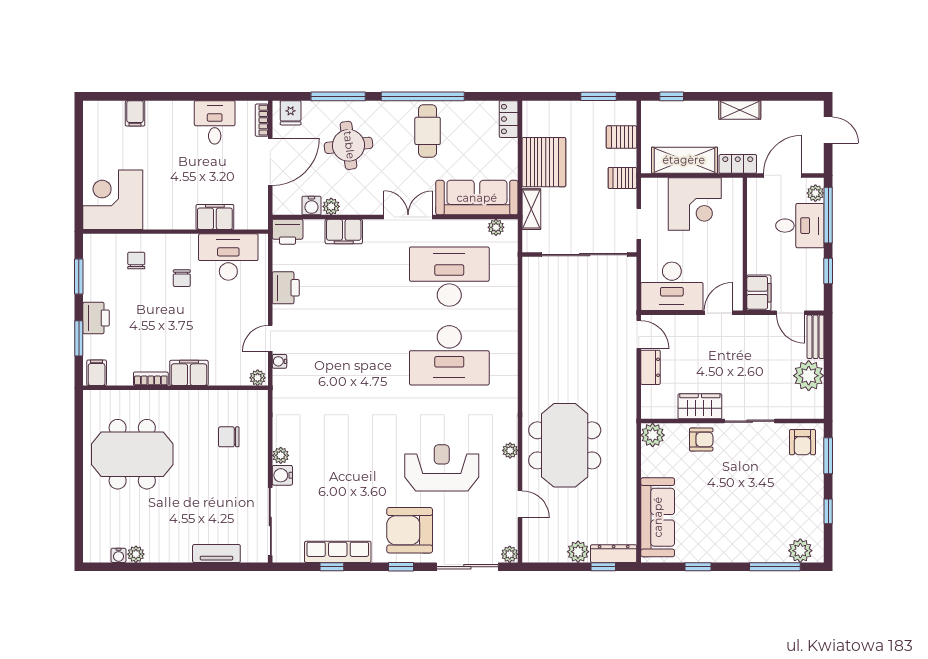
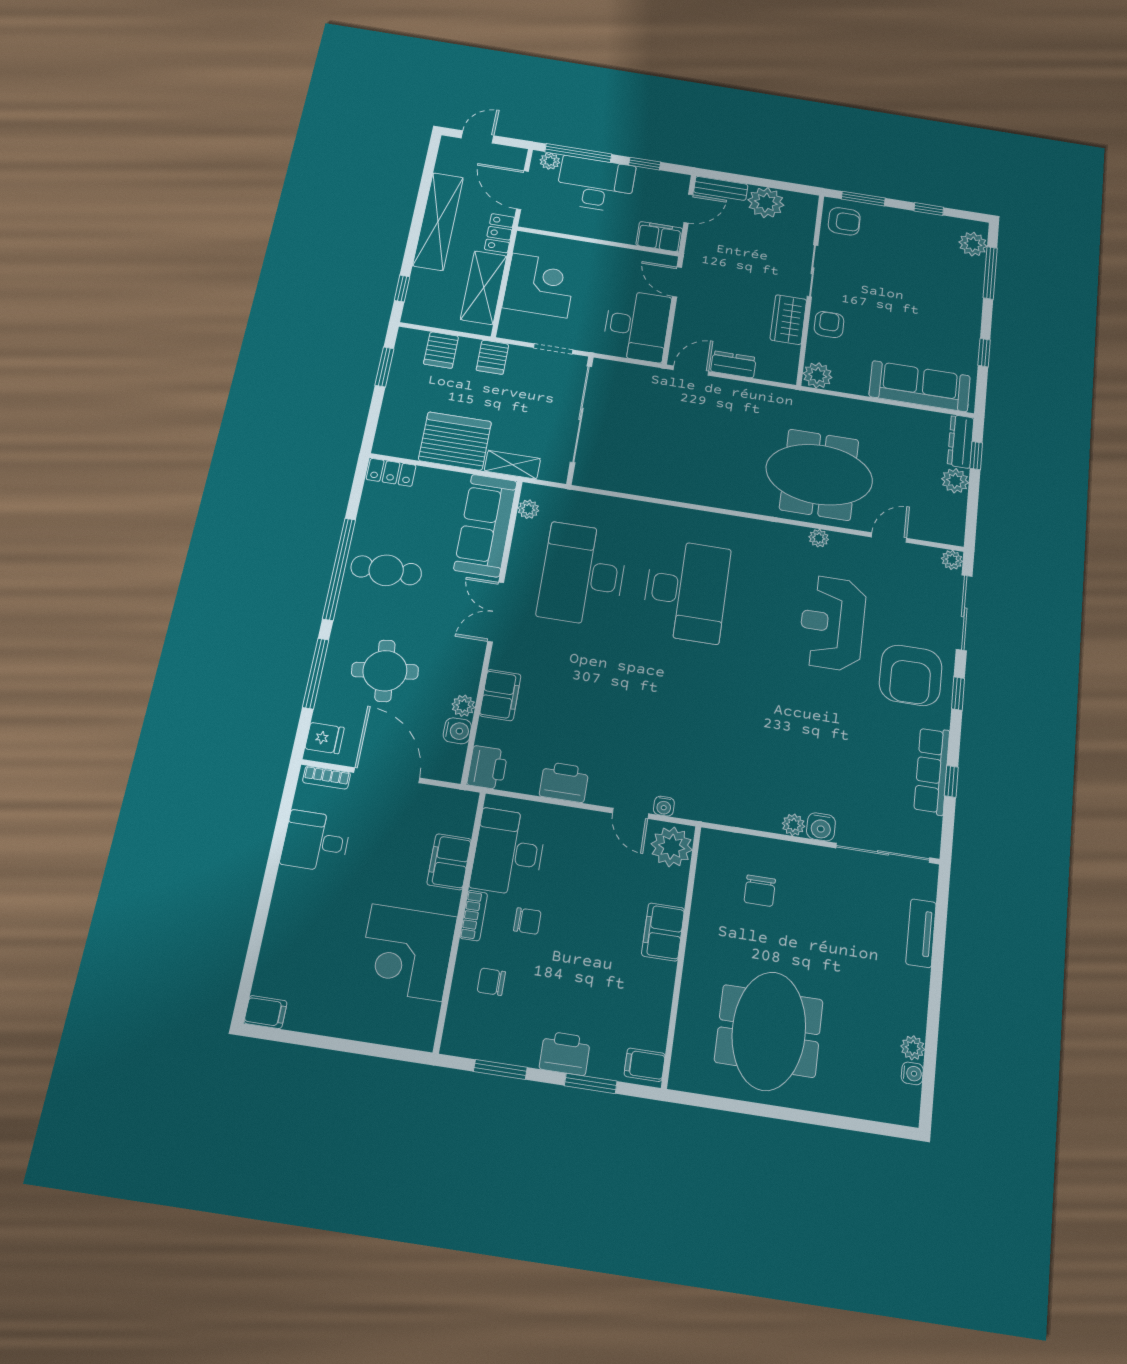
shelving: (740, 110) -> (438, 221), width x2.20, depth x1.33
filing cabinet: (135, 113) -> (266, 1012), moved
corner desk: (113, 200) -> (407, 952), moved
desk: (800, 226) -> (596, 184), width x1.37
plant: (258, 378) -> (672, 847), width x1.87, depth x1.87
bookcase: (151, 379) -> (474, 916), moved, turned 180

